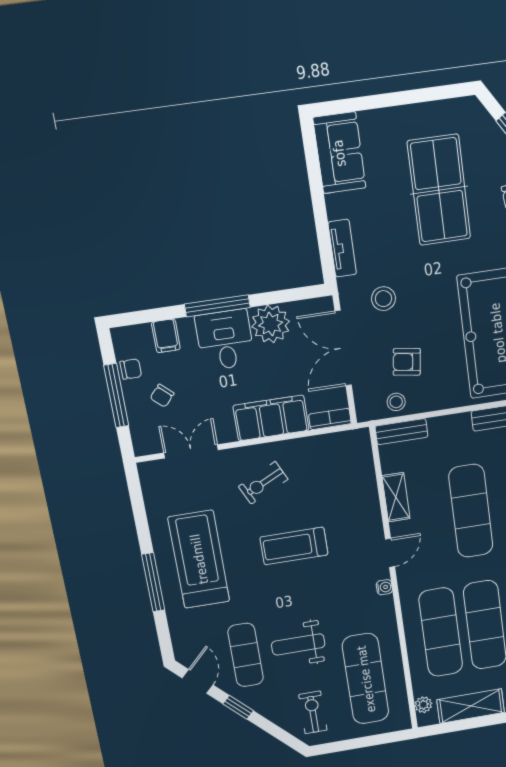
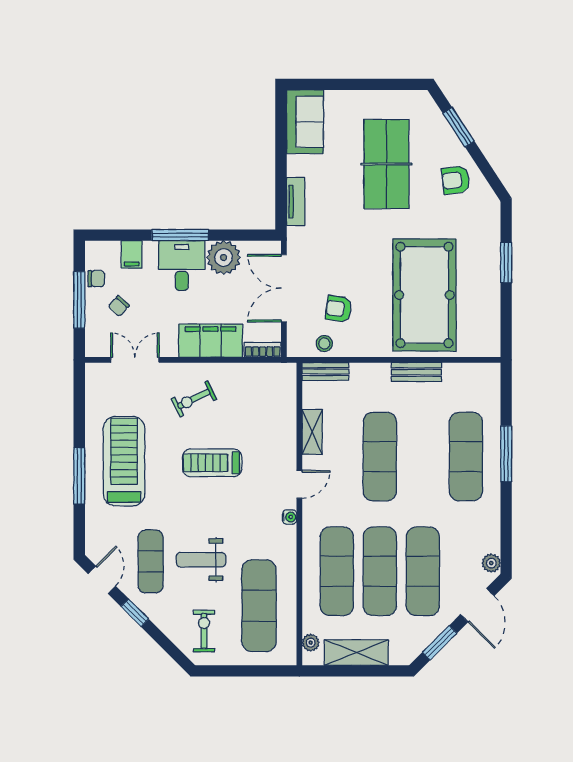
stool: (383, 299) -> (326, 250), removed

